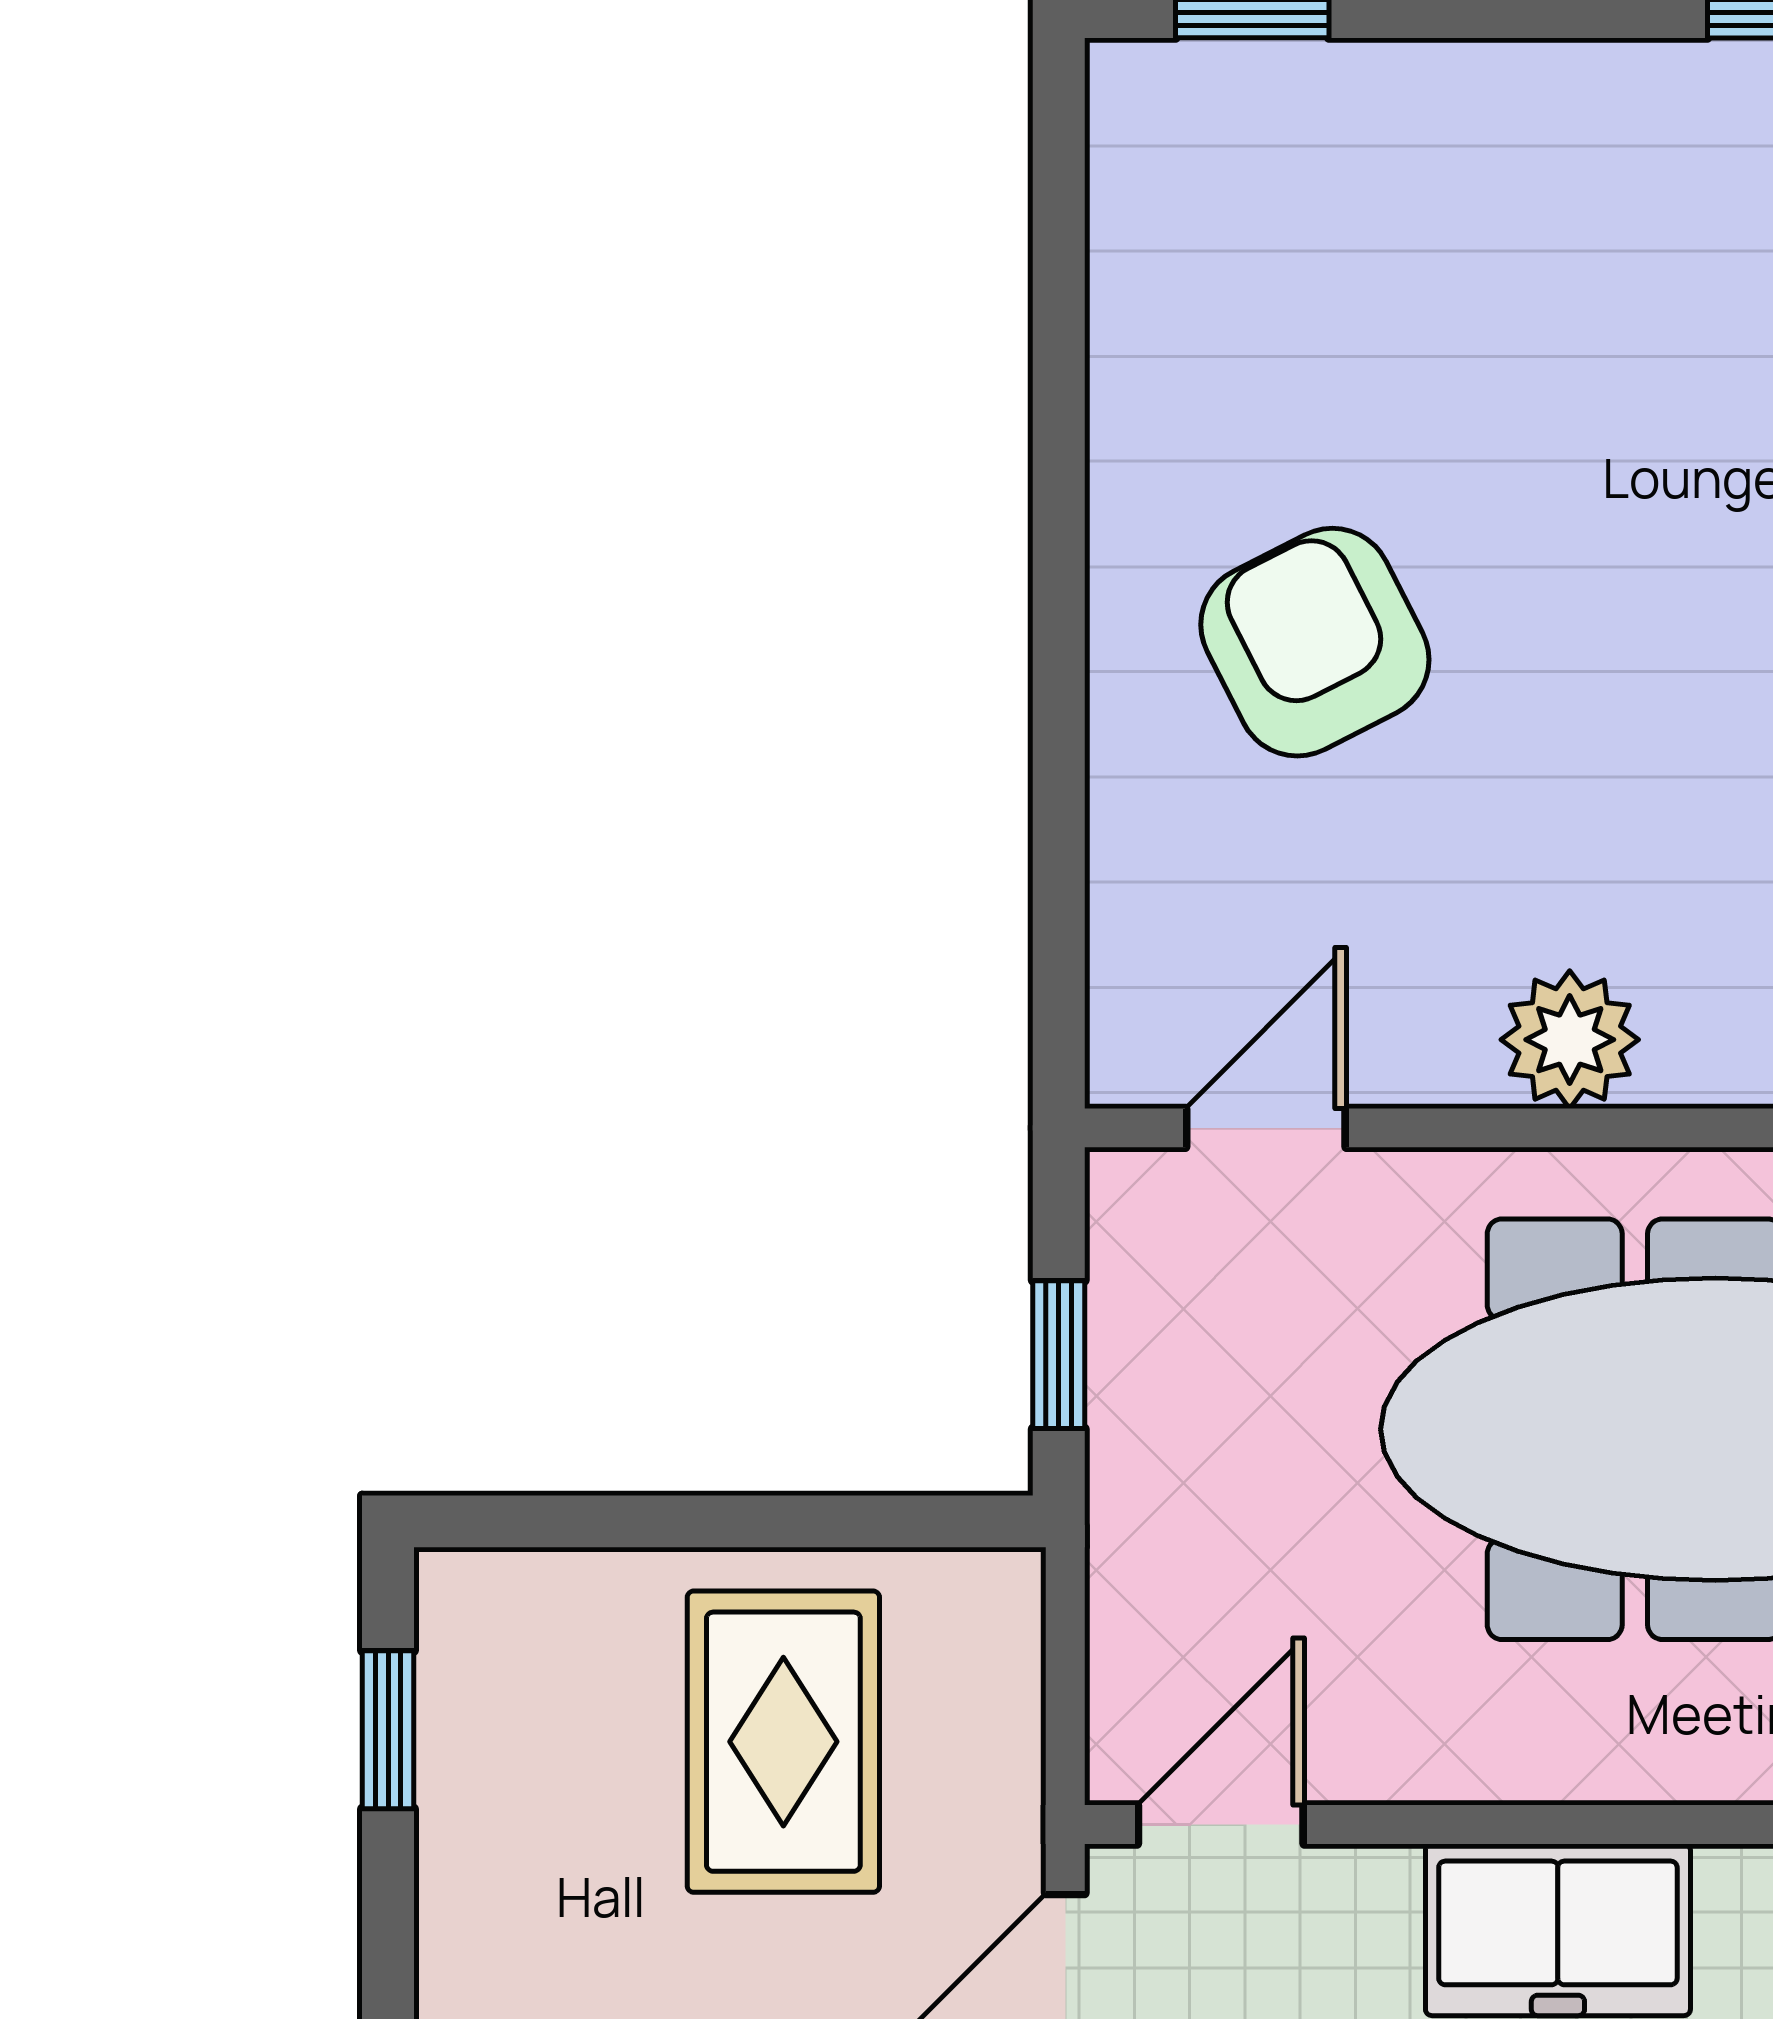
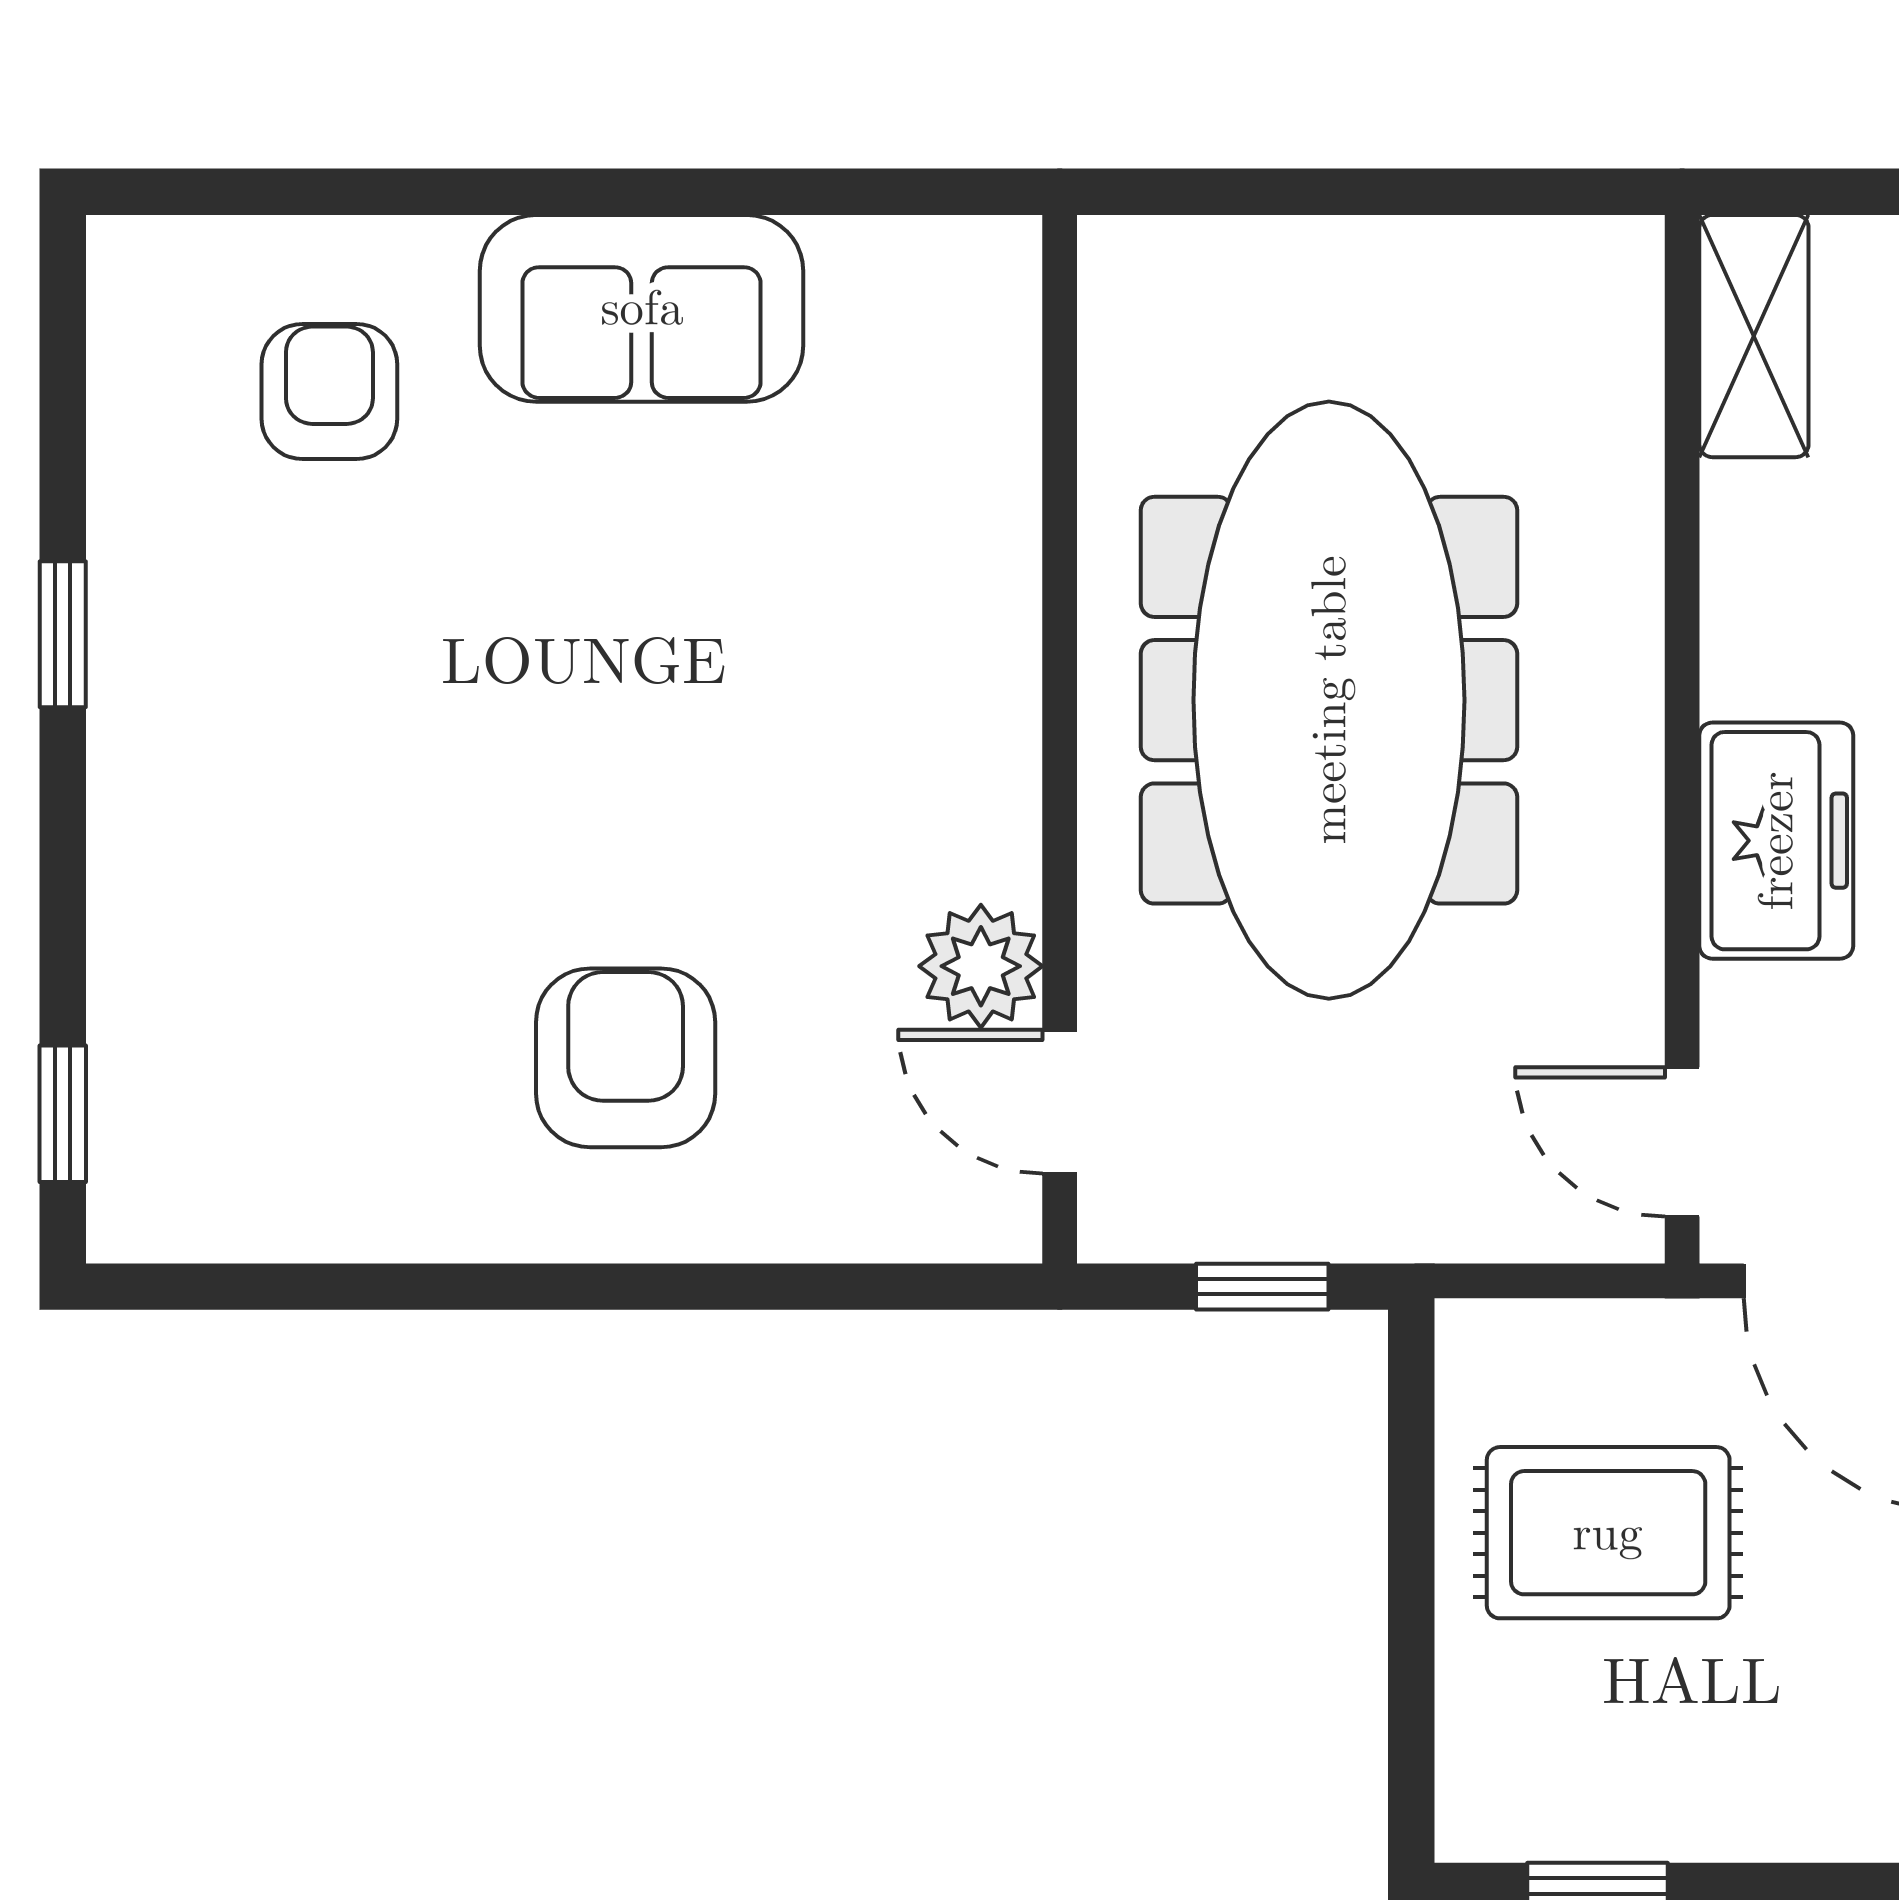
armchair: (1315, 642) -> (626, 1058), turned 117
plant: (1570, 1040) -> (981, 966), moved

